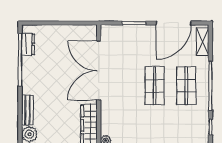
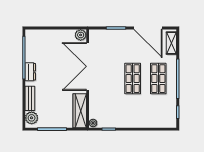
door: (174, 23) -> (148, 28), hinge flipped
plant: (90, 32) -> (81, 35), added
dresser: (28, 44) -> (30, 72), moved

